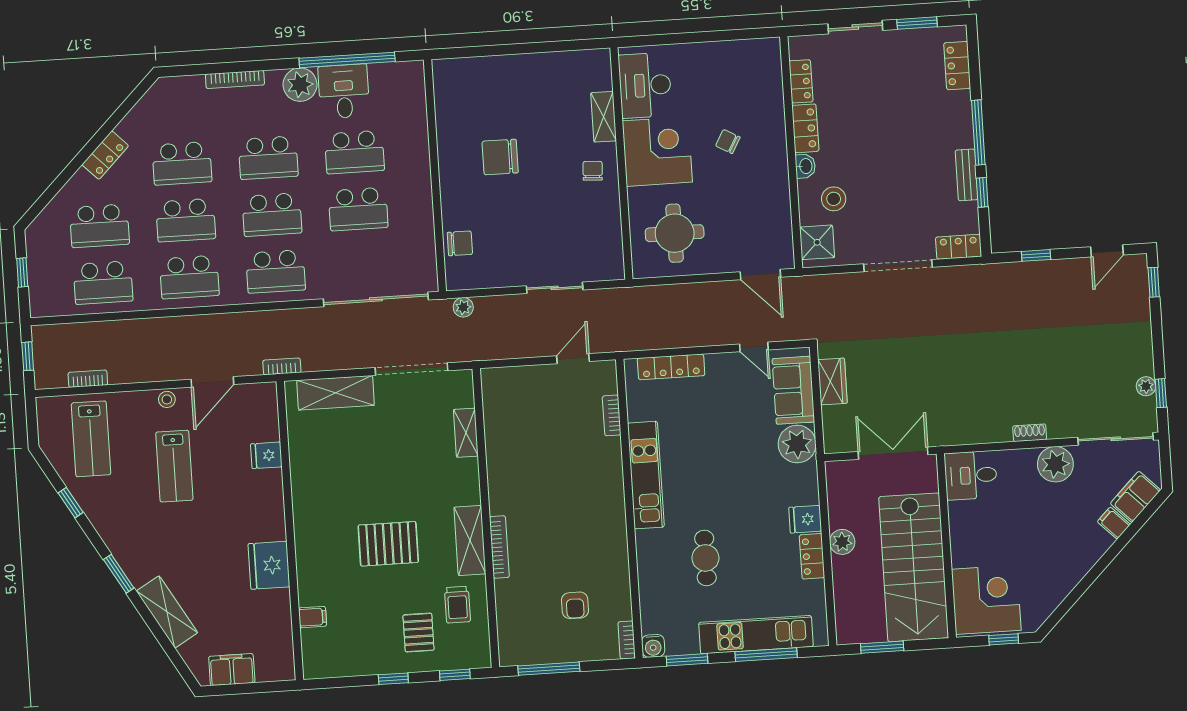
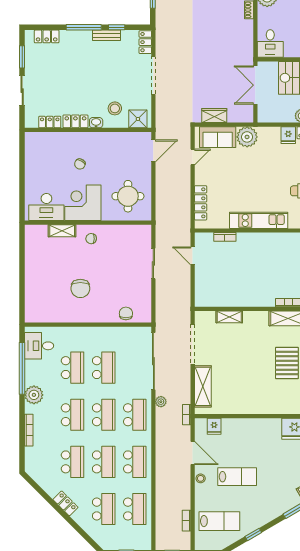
desk: (344, 91) -> (39, 346), moved
plant: (463, 307) -> (161, 402), moved
fridge: (266, 455) -> (214, 426), moved

